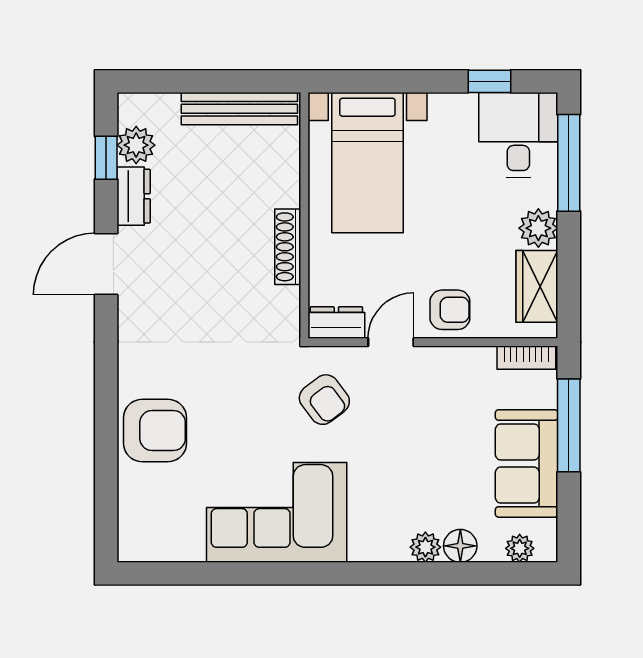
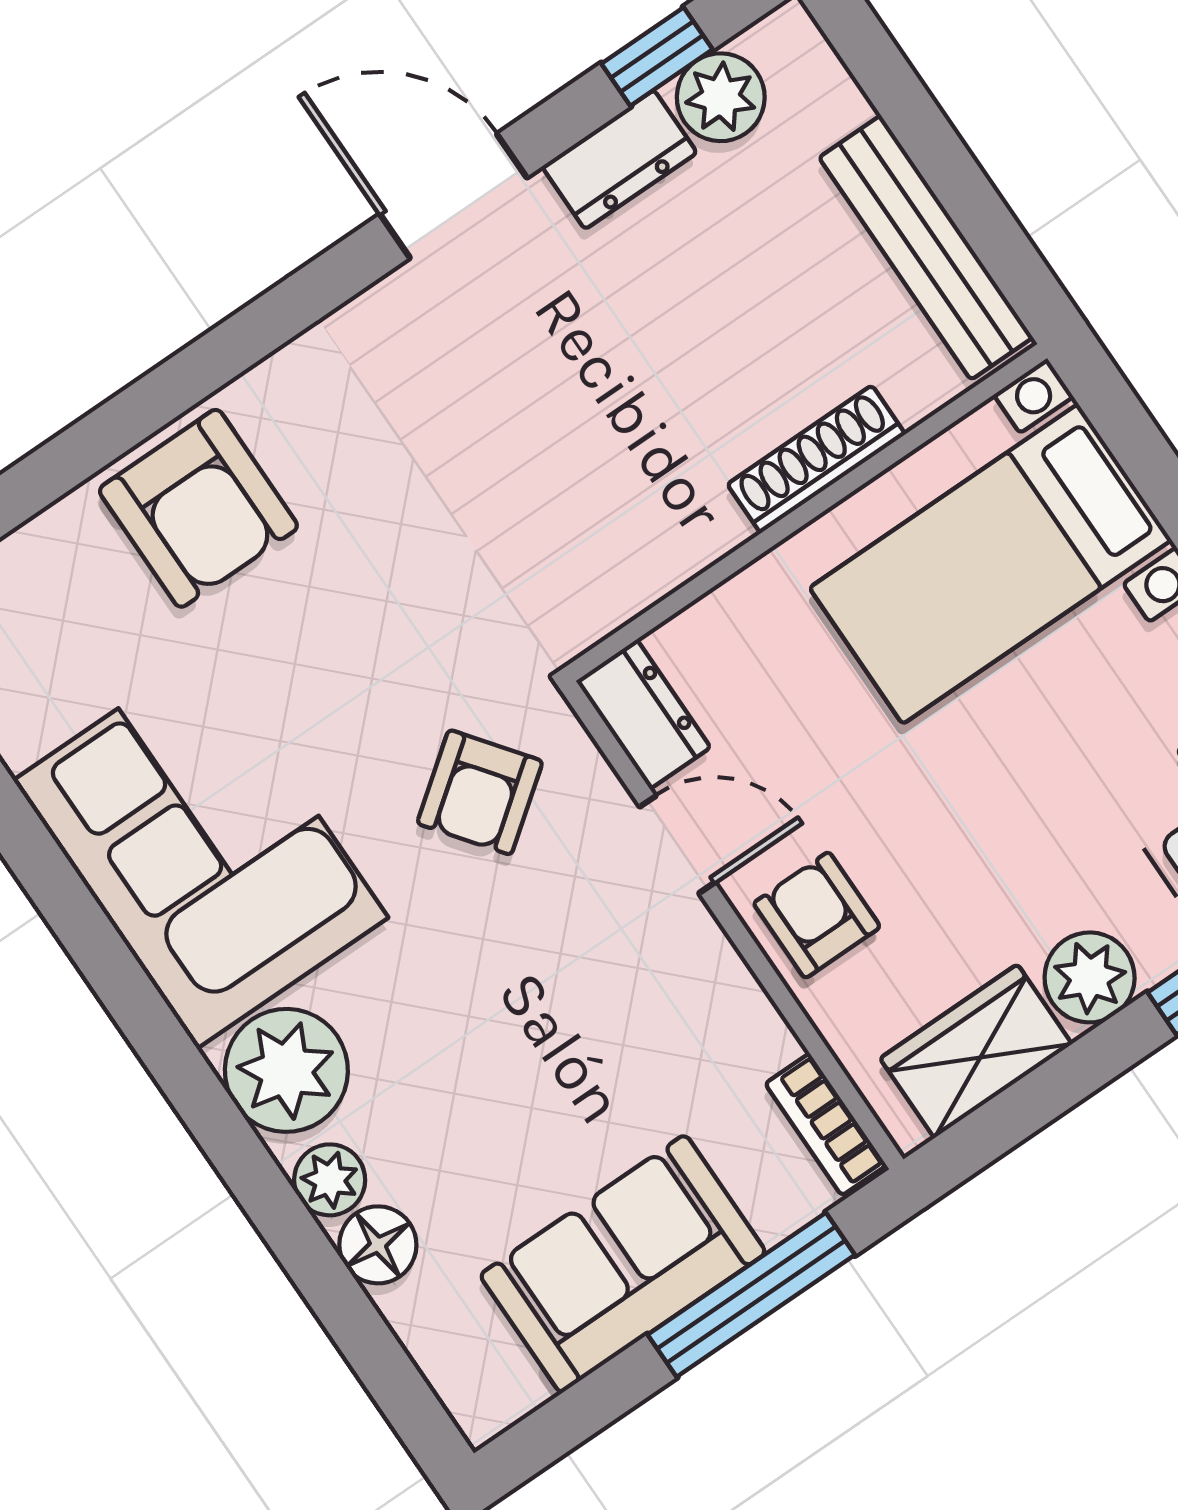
shoe rack: (288, 247) -> (816, 459), moved
armchair: (450, 310) -> (817, 915), turned 180
plant: (520, 548) -> (286, 1070), moved, width x1.87, depth x1.87

